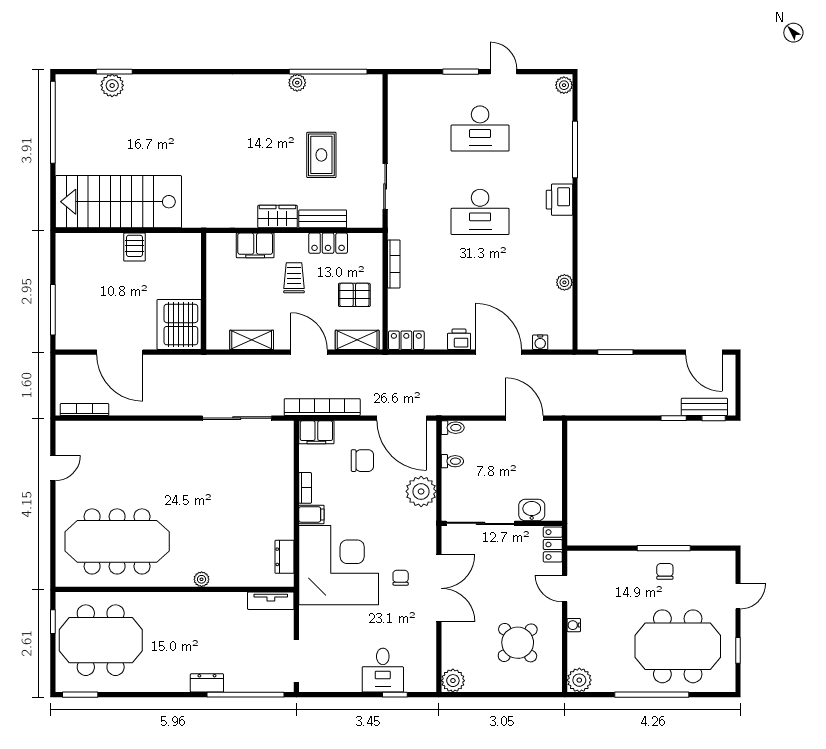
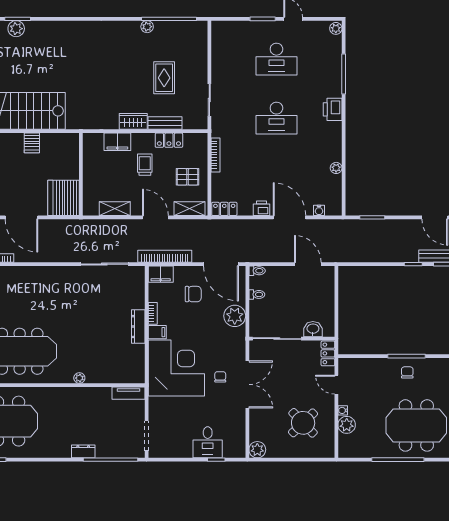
dresser: (285, 557) -> (138, 327), moved, width x1.44
plant: (579, 680) -> (347, 425), moved

